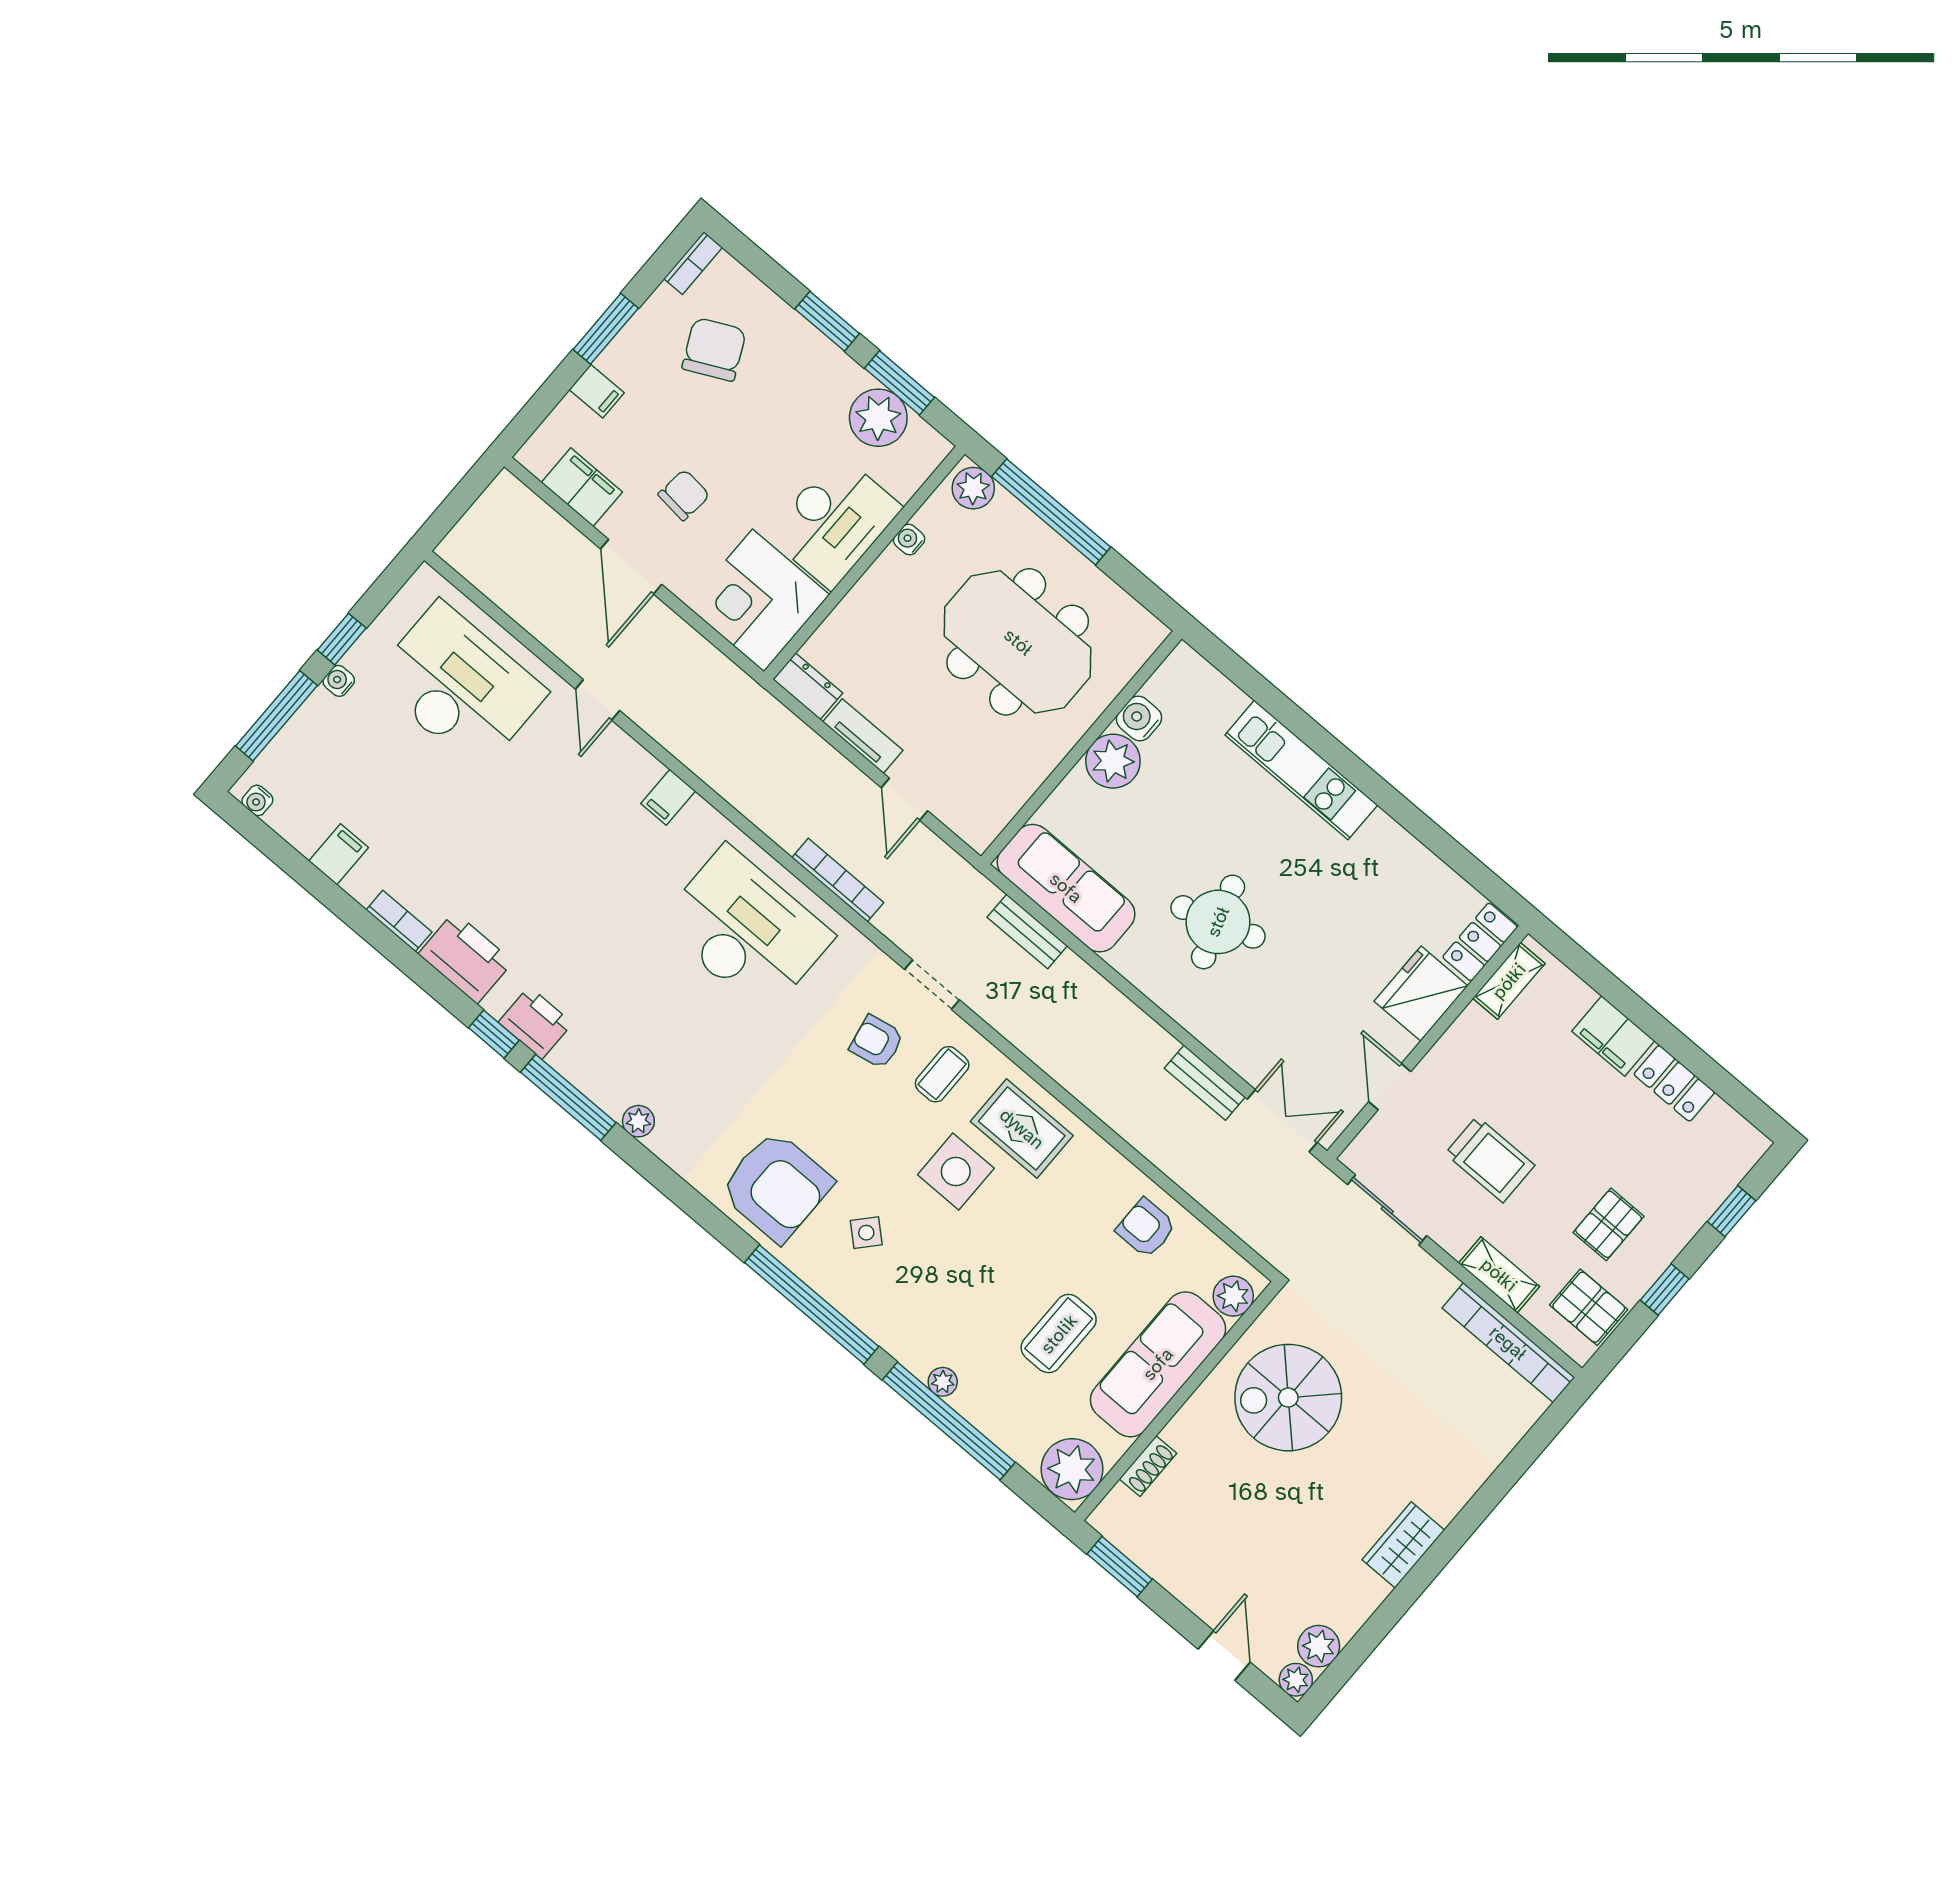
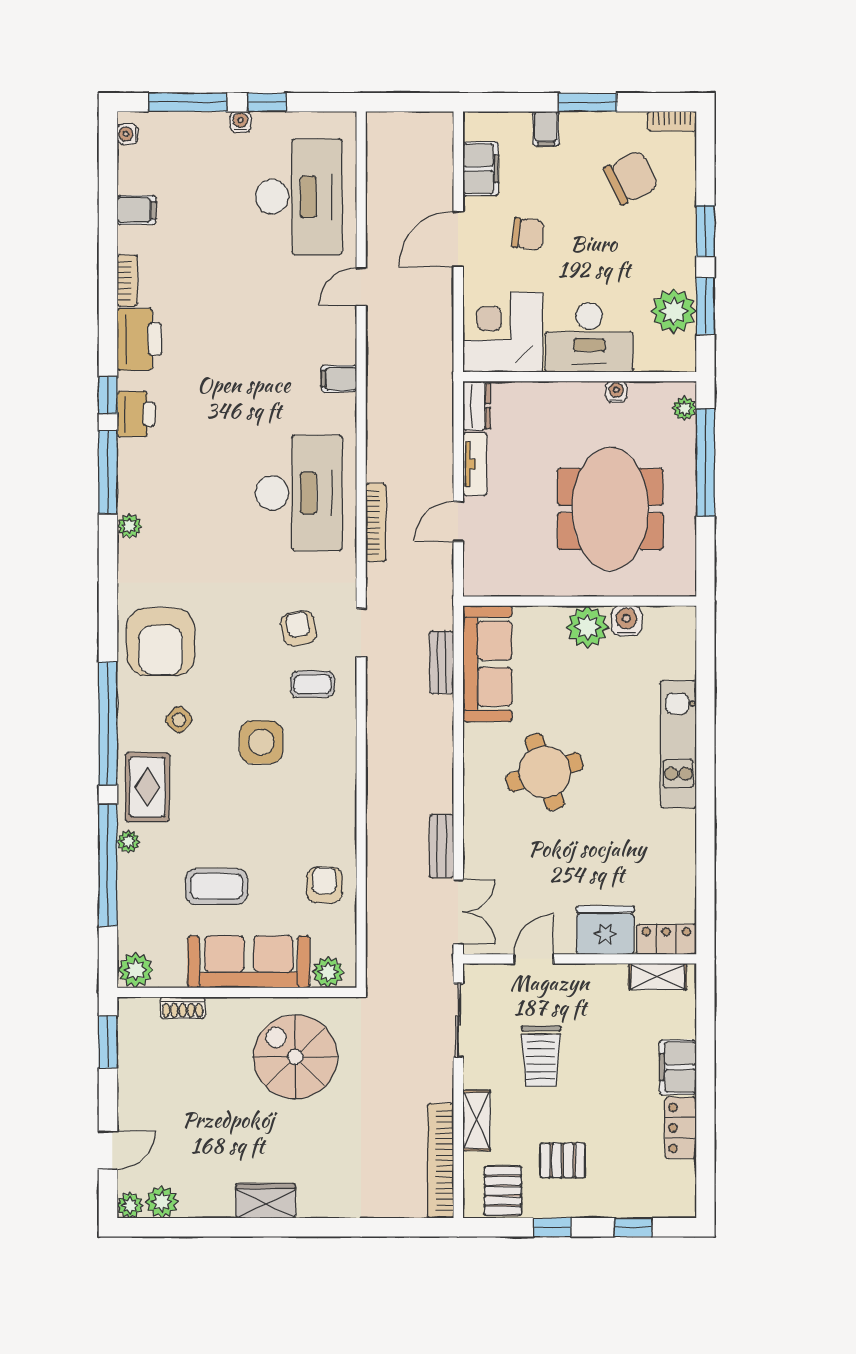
plant: (973, 488) -> (684, 408), width x0.73, depth x0.73
rug: (1022, 1129) -> (147, 787), moved
plant: (1072, 1469) -> (136, 970), width x0.73, depth x0.73

